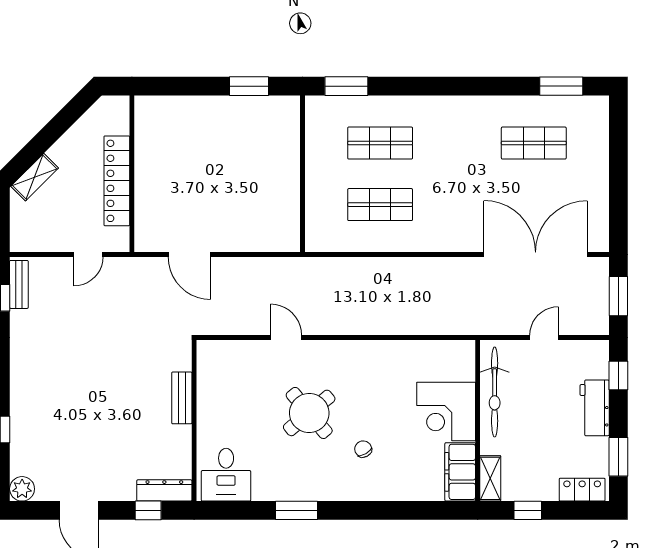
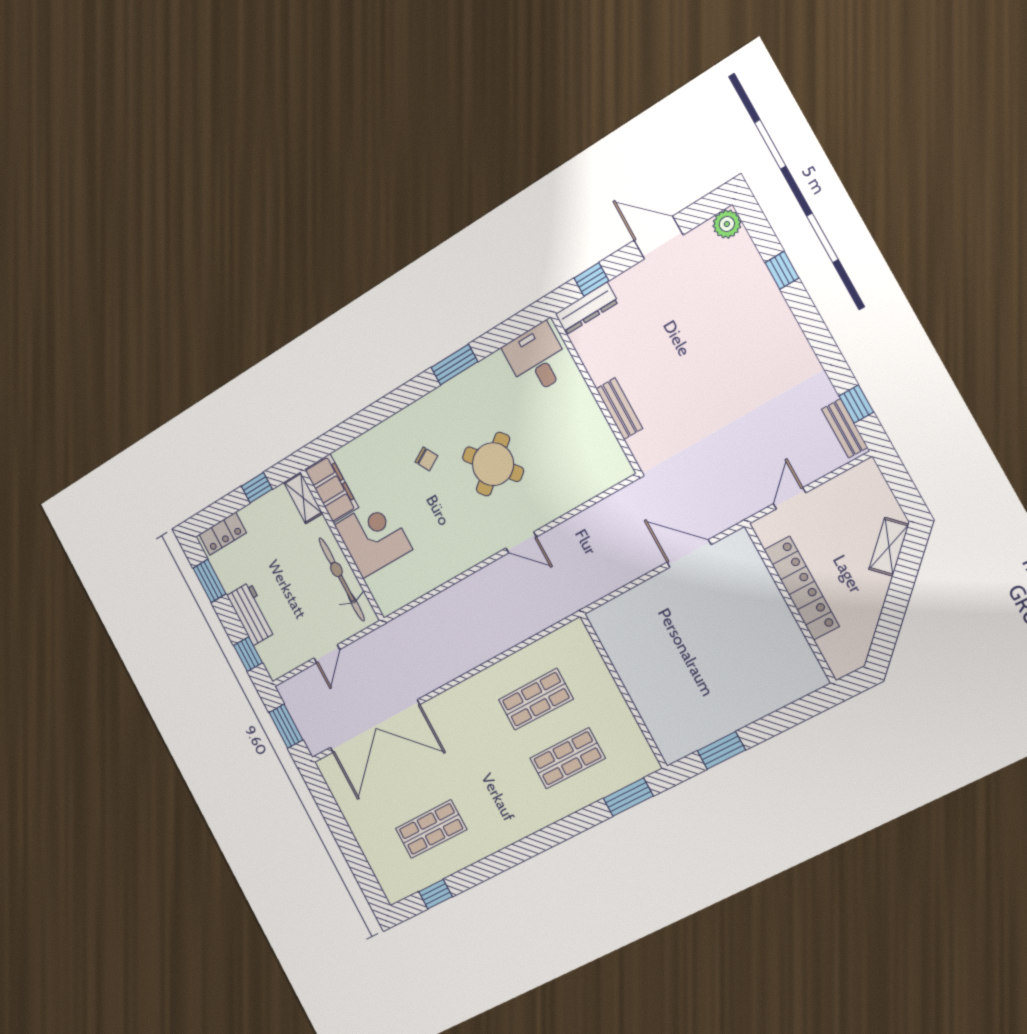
window: (561, 86) -> (435, 894), width x0.67
door: (286, 337) -> (521, 542), moved

